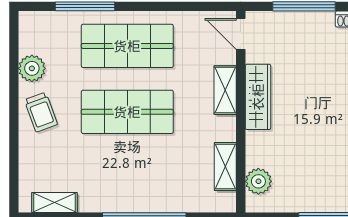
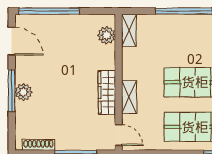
shelving: (225, 167) -> (129, 30), moved

